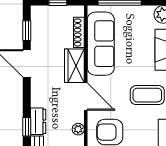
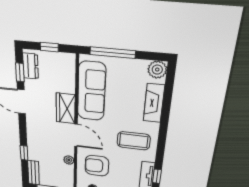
shoe rack: (79, 32) -> (70, 79), removed
dresser: (38, 121) -> (30, 66), moved

